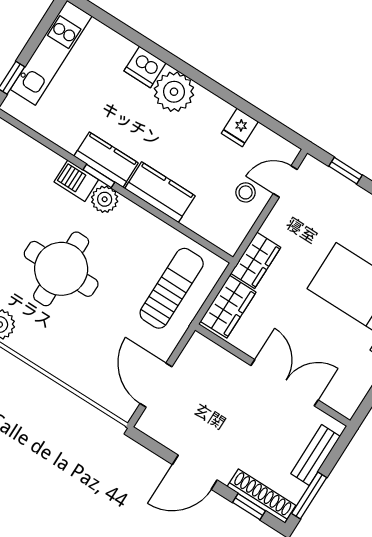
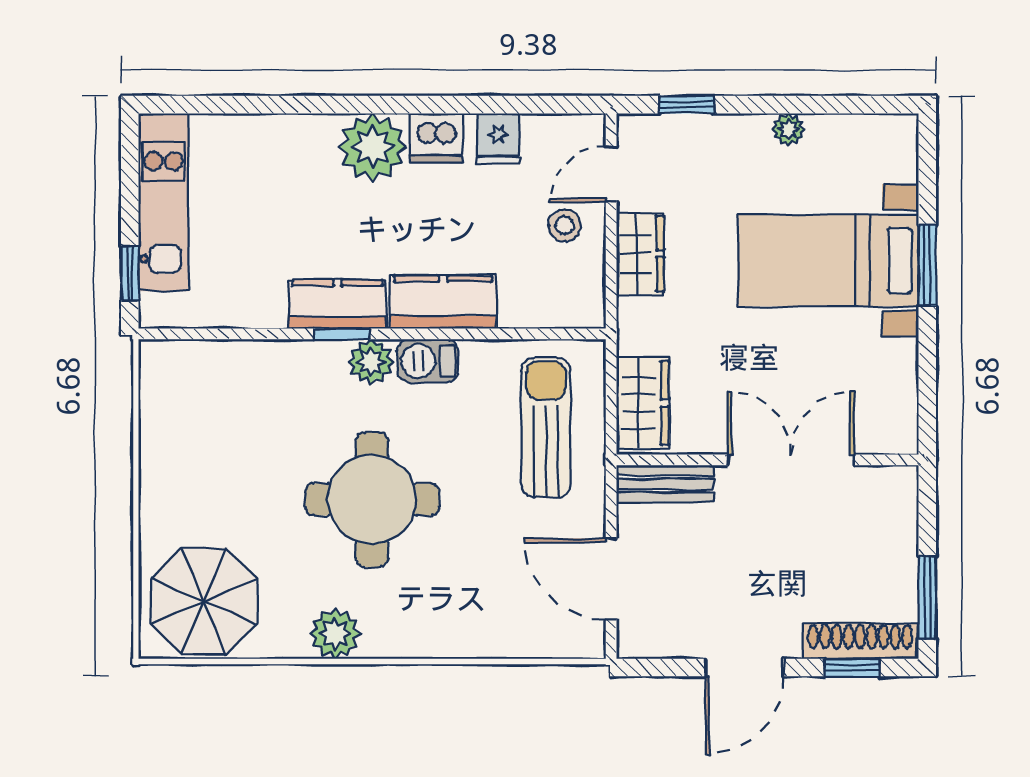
dishwasher: (145, 67) -> (436, 138), moved
barbecue: (76, 181) -> (428, 361), moved
wardrobe: (256, 260) -> (640, 254), moved
bench: (316, 455) -> (665, 484), moved, turned 90

